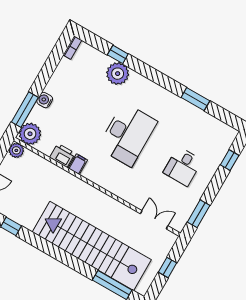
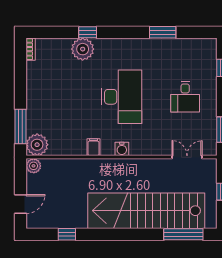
window: (118, 54) -> (88, 32), moved
water cooler: (45, 100) -> (122, 149), moved, turned -90
printer: (62, 155) -> (76, 147), removed

